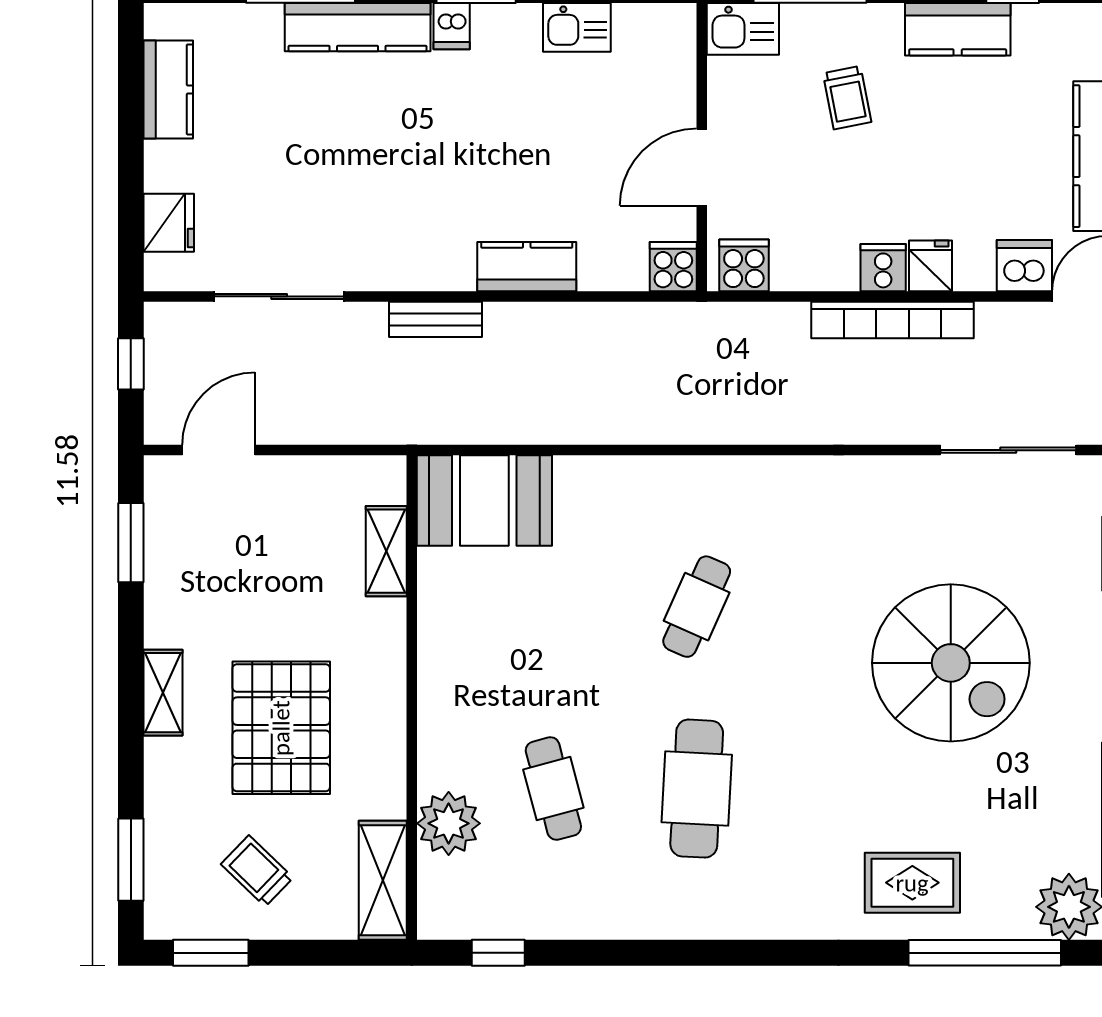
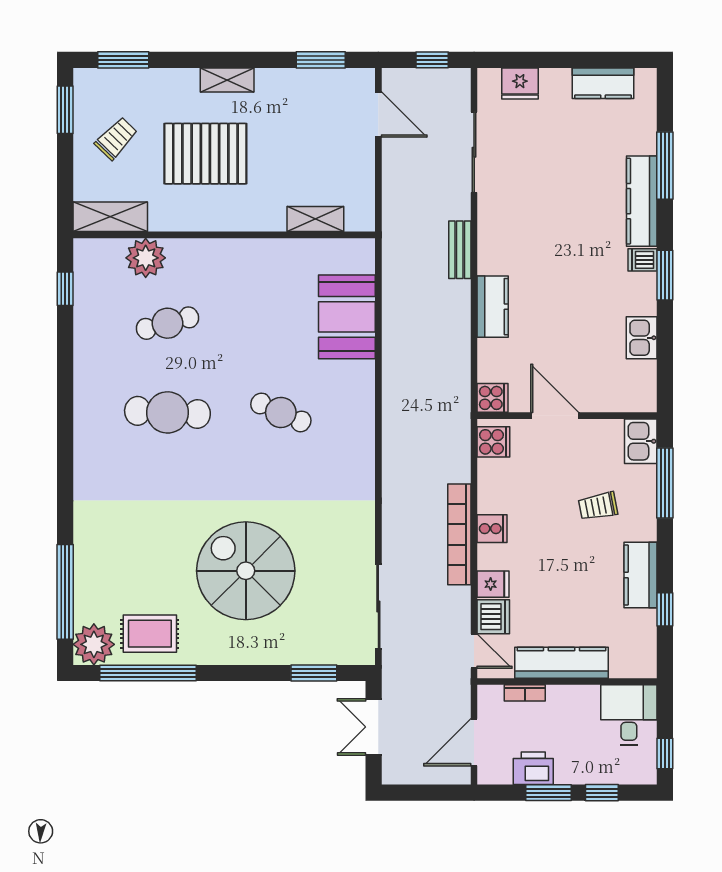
fridge: (930, 266) -> (493, 584), moved
booth: (484, 500) -> (347, 317), moved
spiral stairs: (951, 663) -> (246, 571), turned 90
rug: (912, 883) -> (150, 634), moved, turned 90

